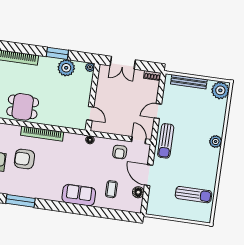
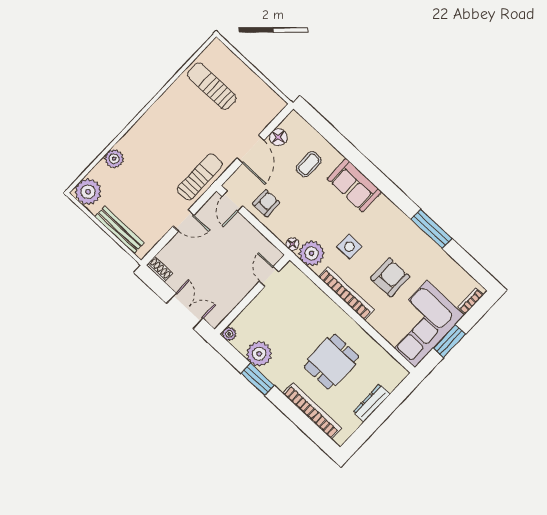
dining table: (23, 107) -> (332, 362), moved, turned 90
plant: (76, 142) -> (312, 253), added
plant: (216, 142) -> (114, 159), moved
armchair: (24, 159) -> (390, 277), turned -90
side table: (58, 160) -> (349, 247), added

